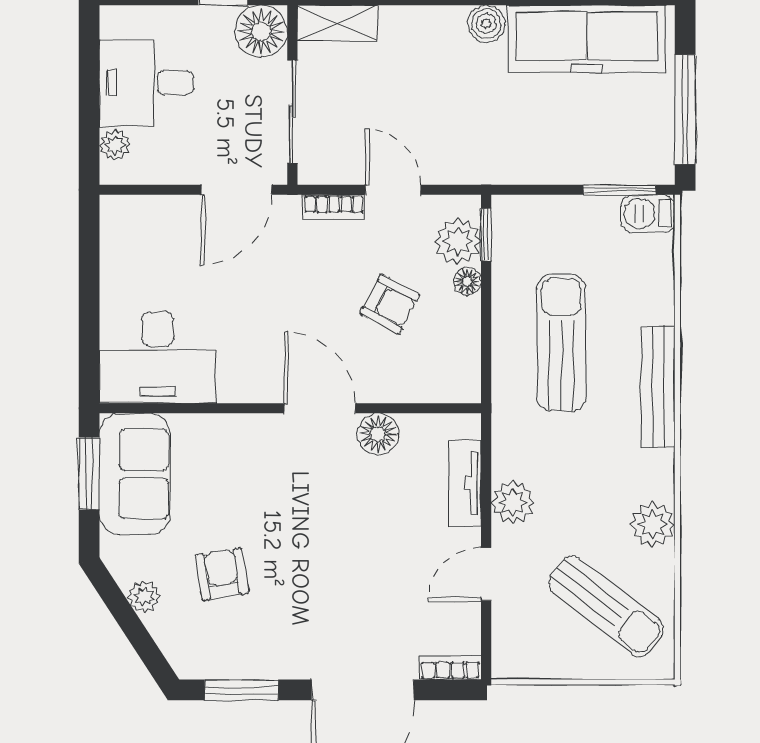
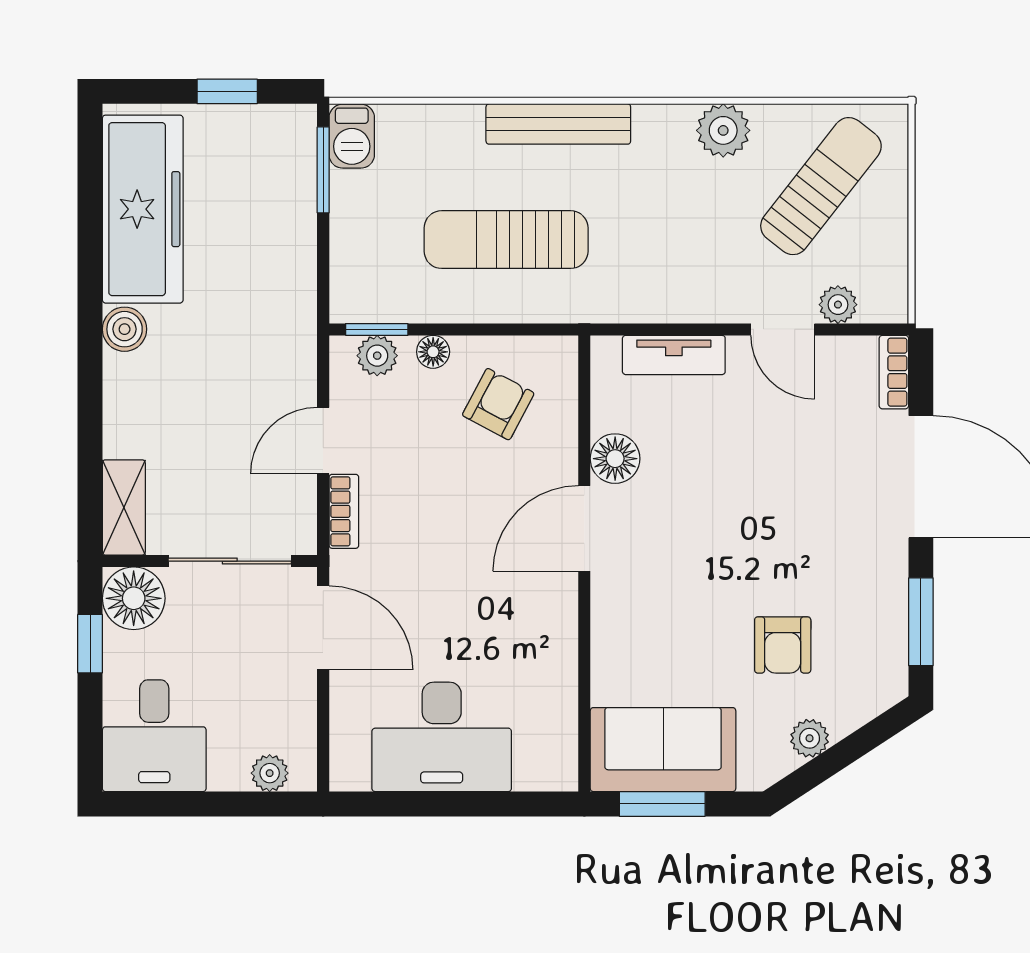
desk: (146, 83) -> (154, 736), moved
window: (685, 110) -> (227, 91), width x0.46
plant: (458, 241) -> (377, 356), width x0.73, depth x0.73
armchair: (390, 304) -> (498, 404), moved
desk: (158, 358) -> (442, 737), moved, turned 90
plant: (513, 502) -> (838, 305), moved, width x0.73, depth x0.73
armchair: (222, 574) -> (783, 645), turned -81

